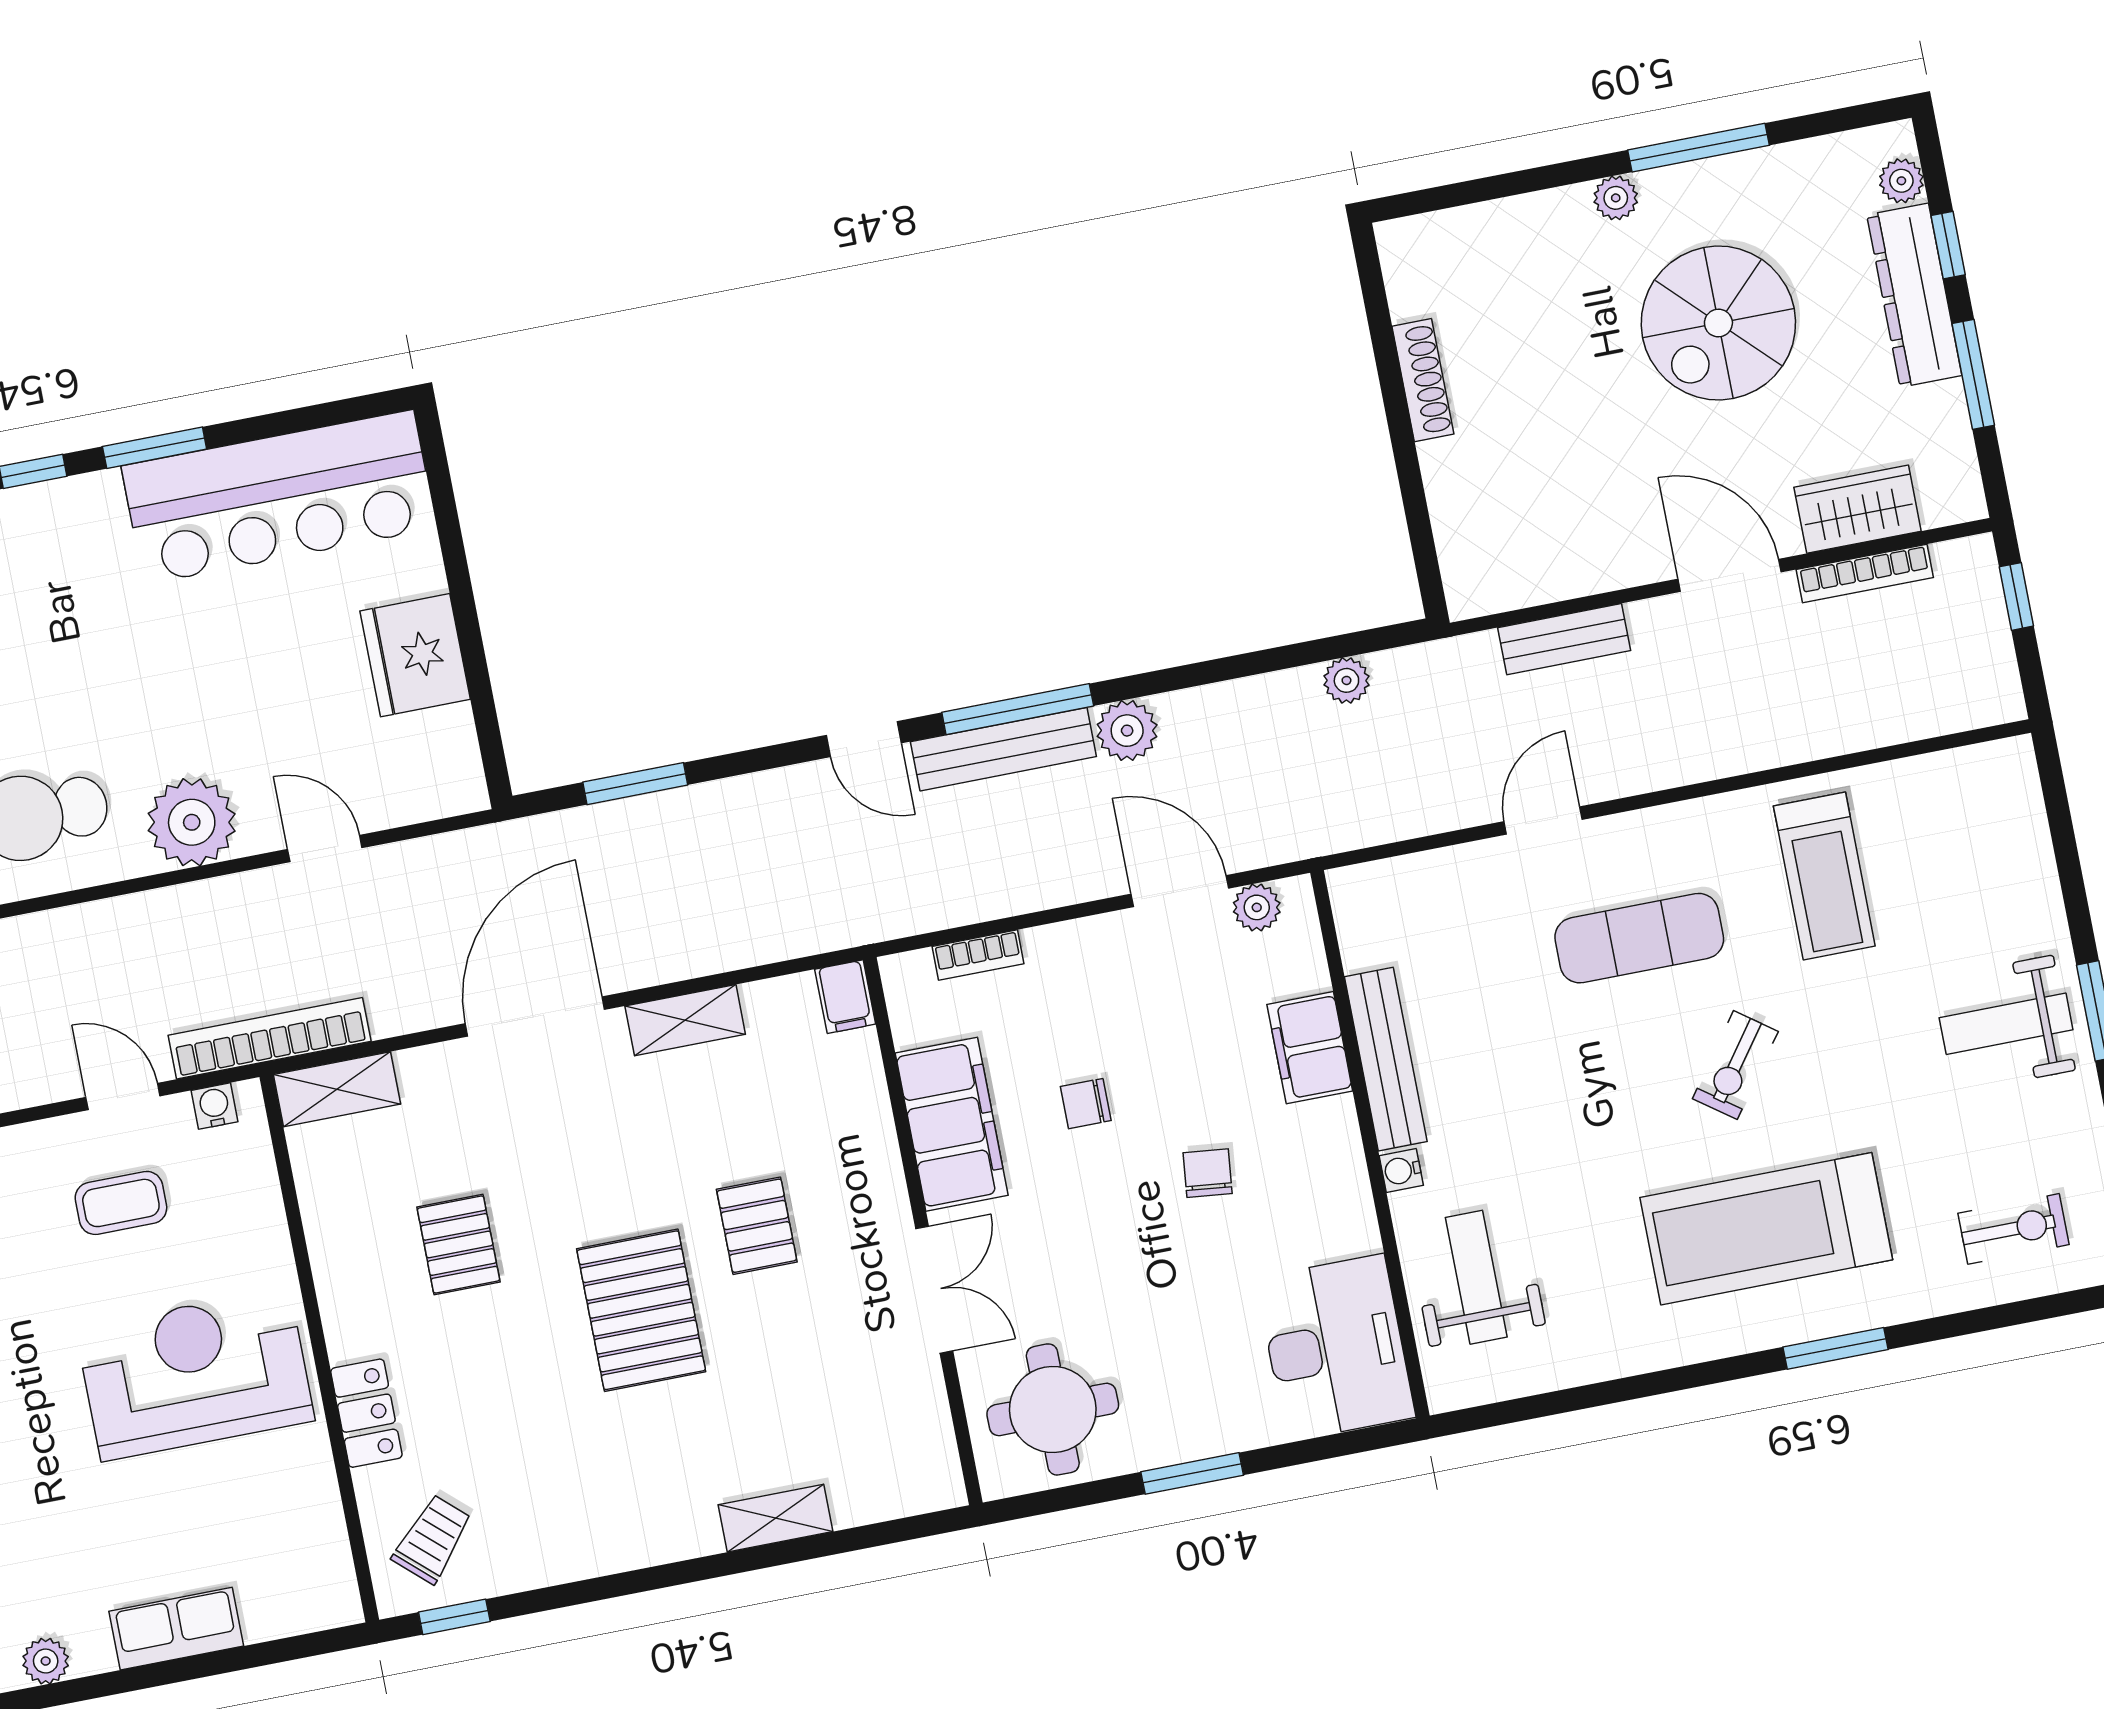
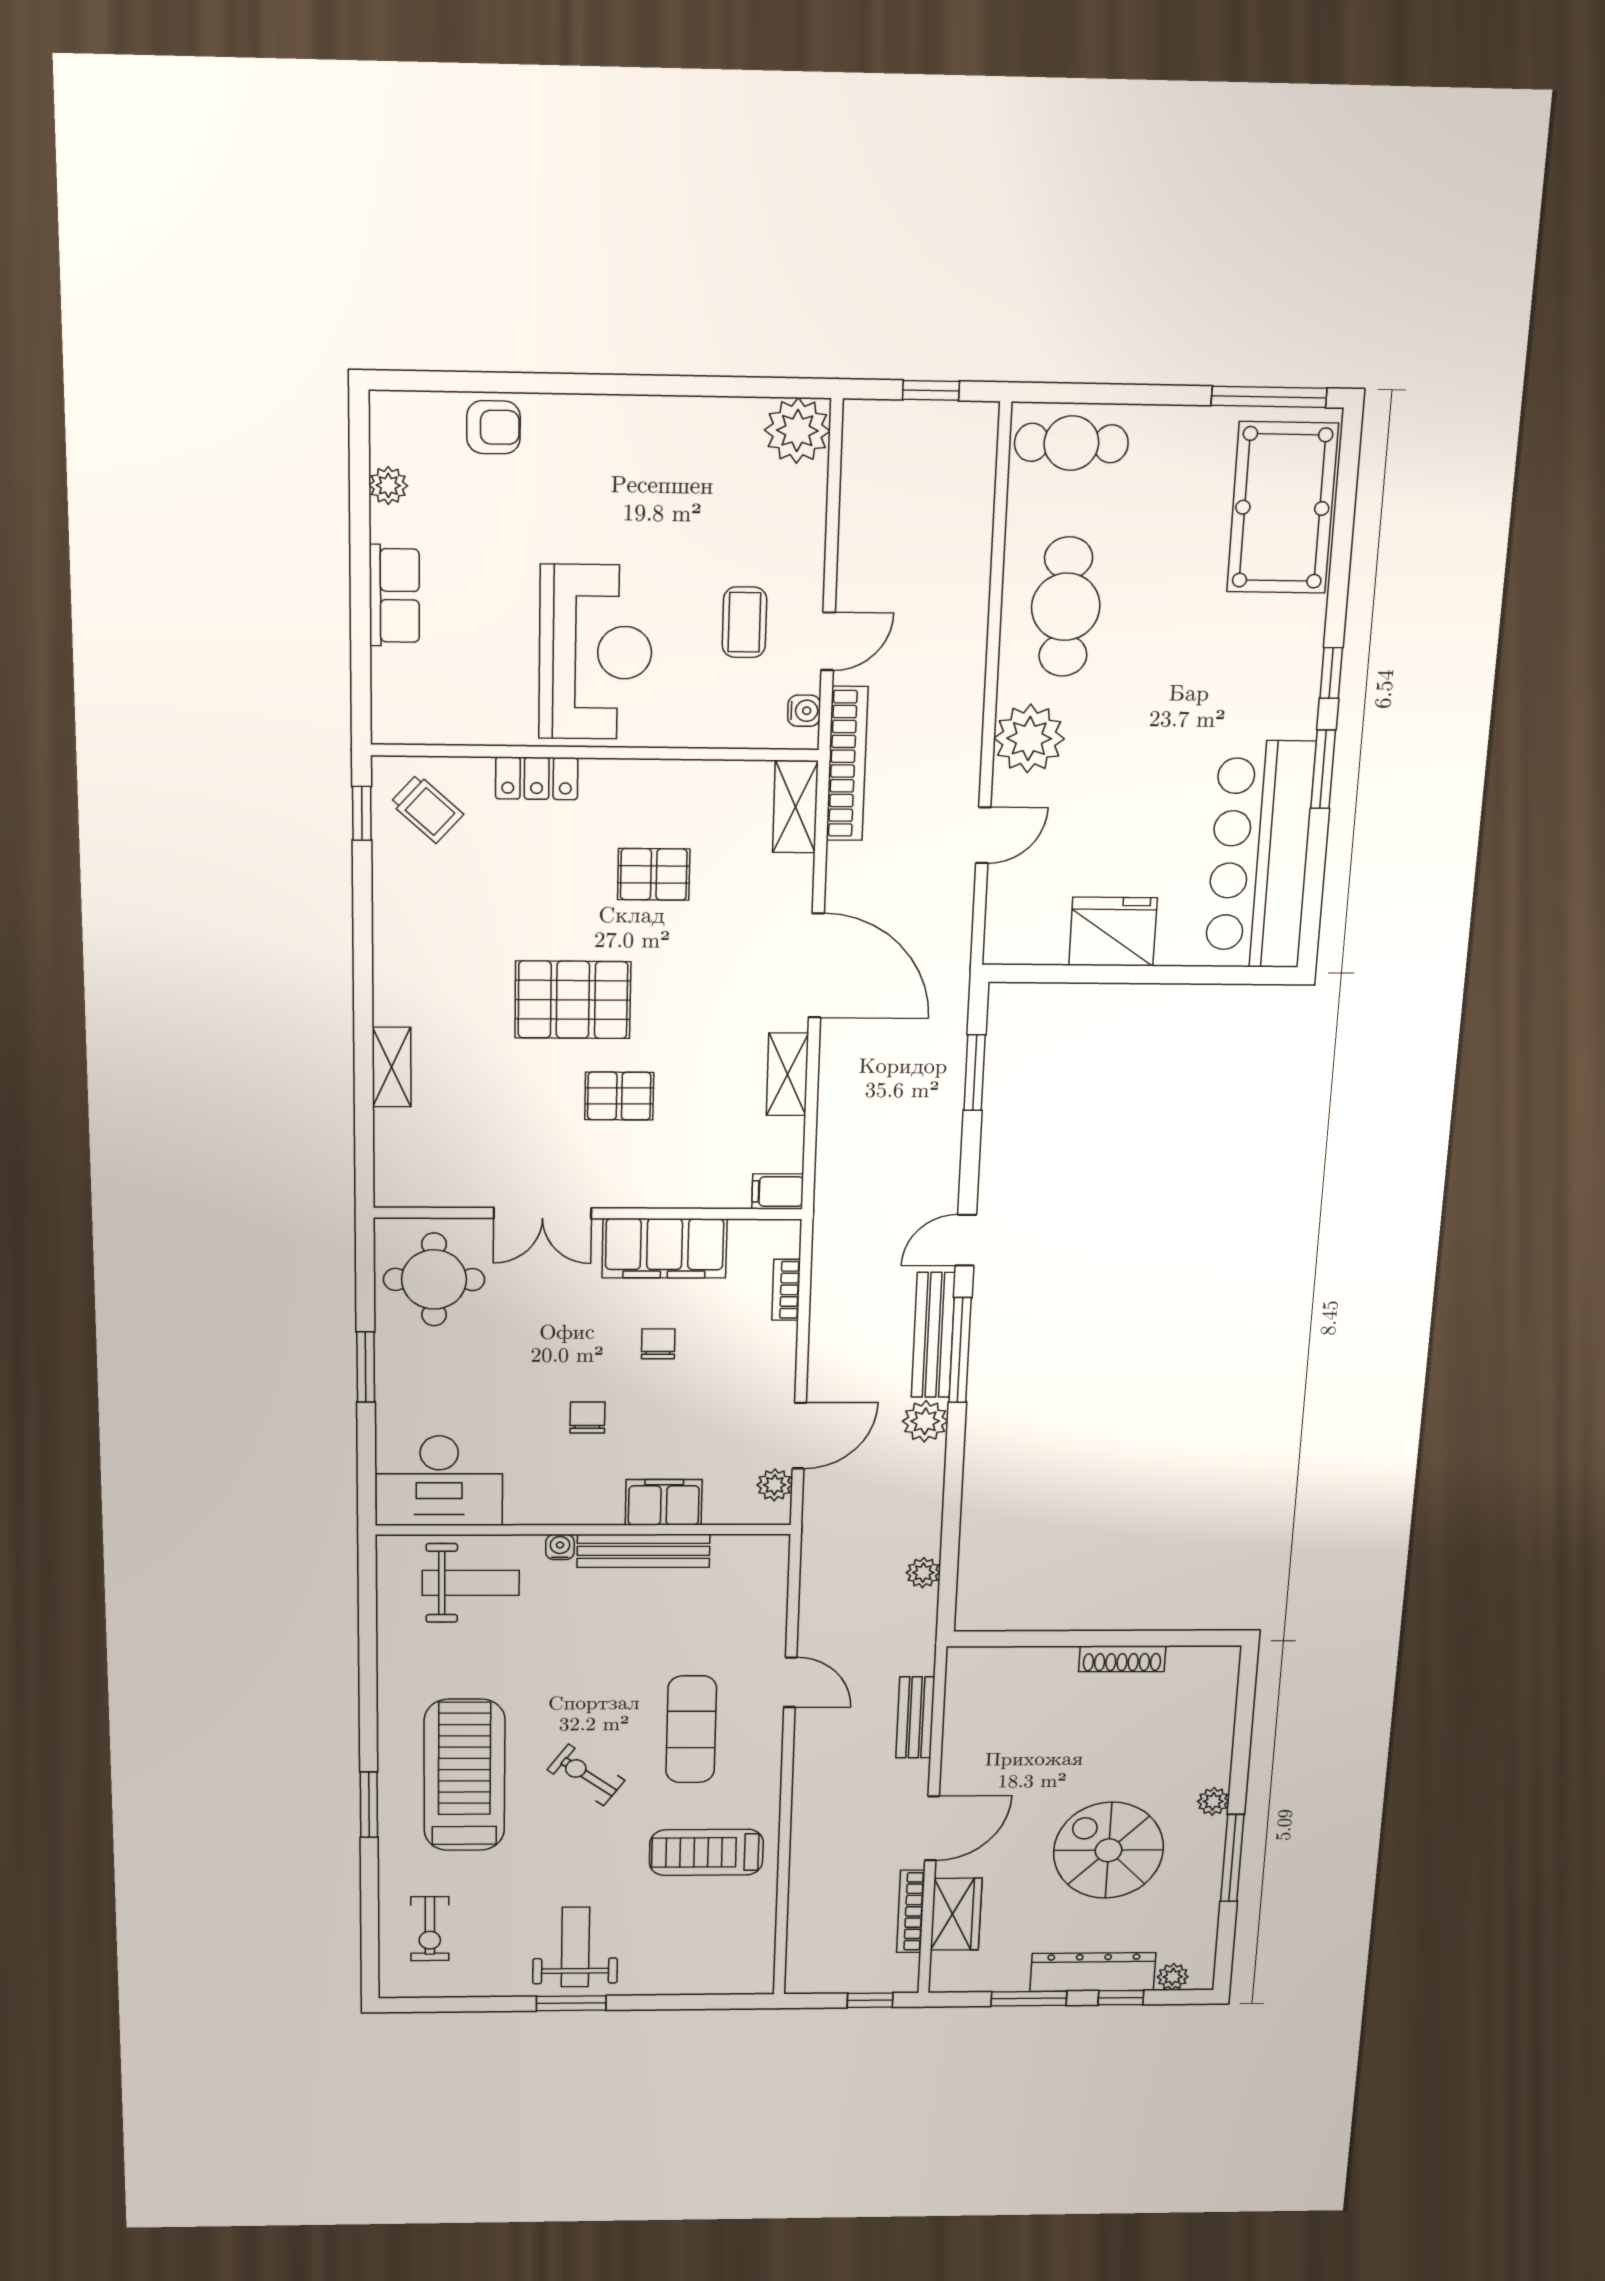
chair: (1208, 1173) -> (587, 1417), turned -96

